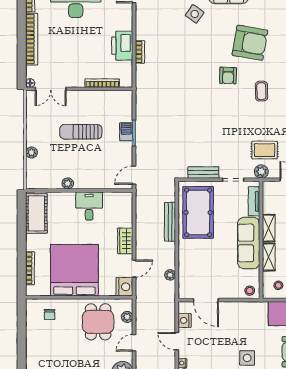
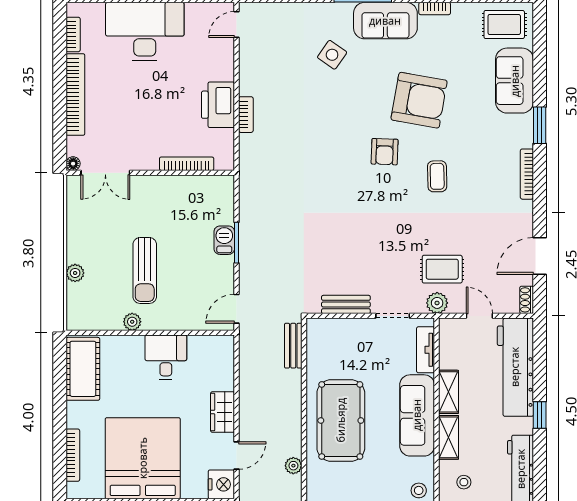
sun lounger: (81, 132) -> (145, 271), moved, turned -90
pool table: (198, 212) -> (341, 420), moved
bench: (170, 222) -> (293, 346), moved, width x0.73

